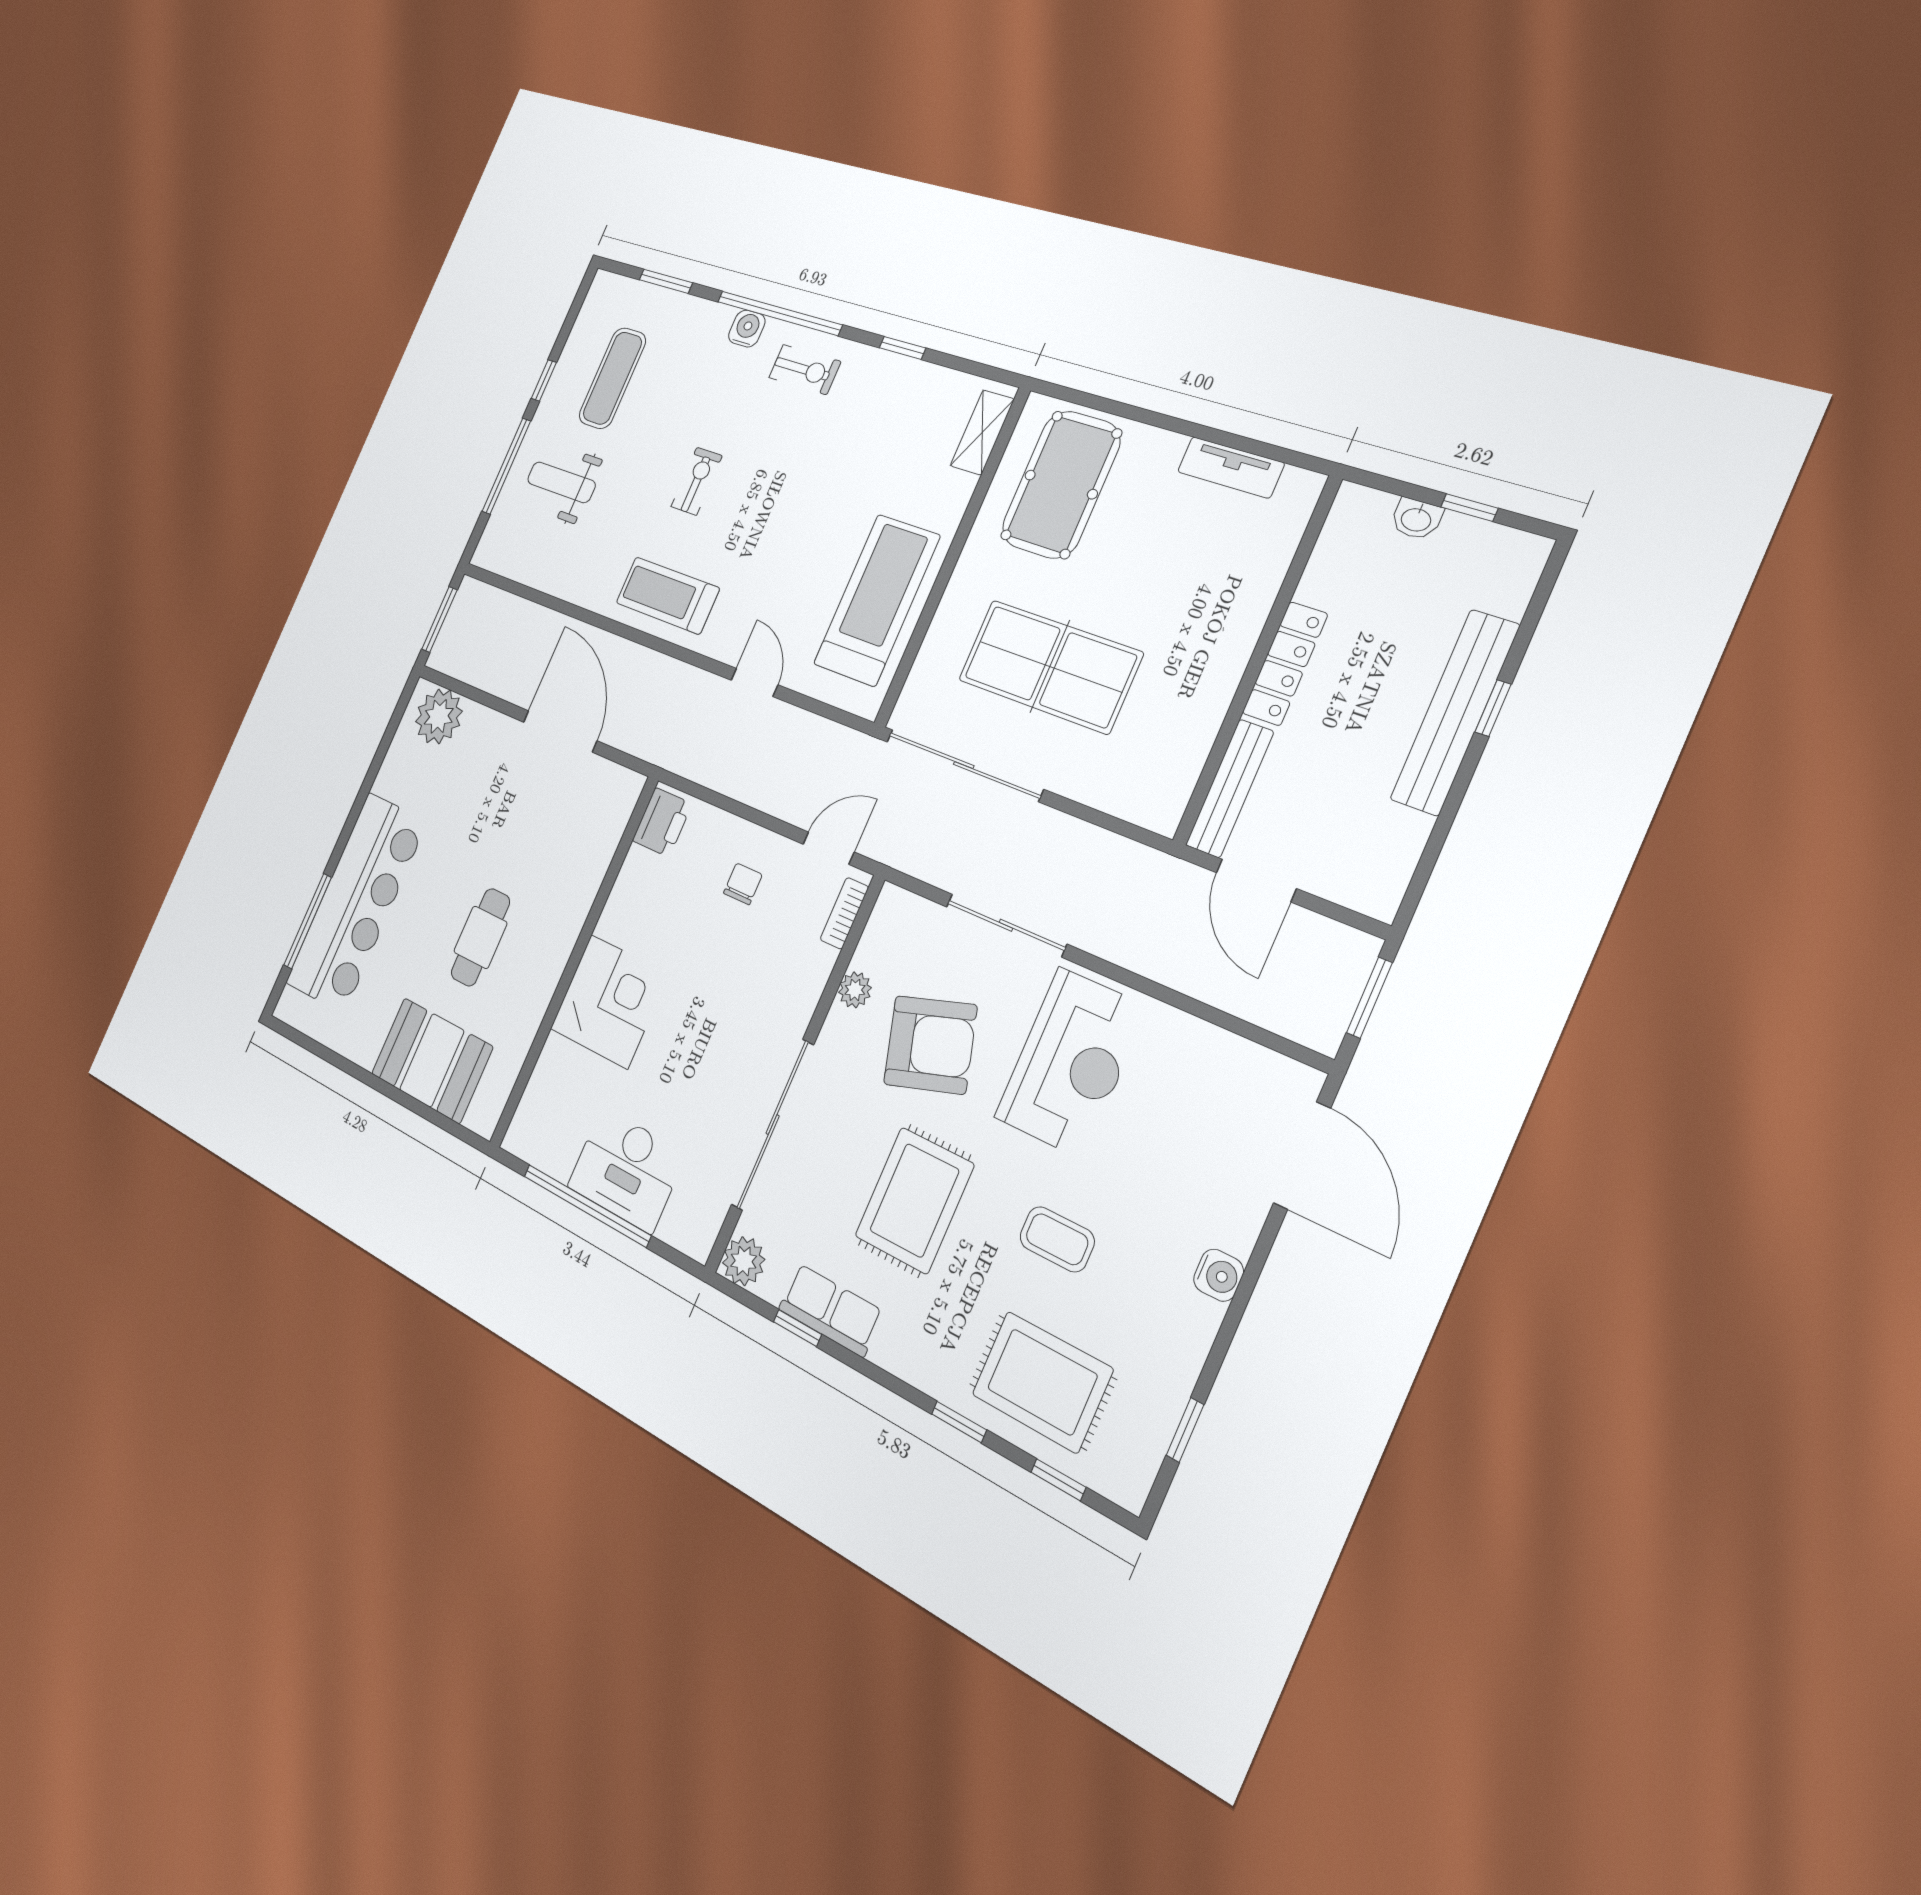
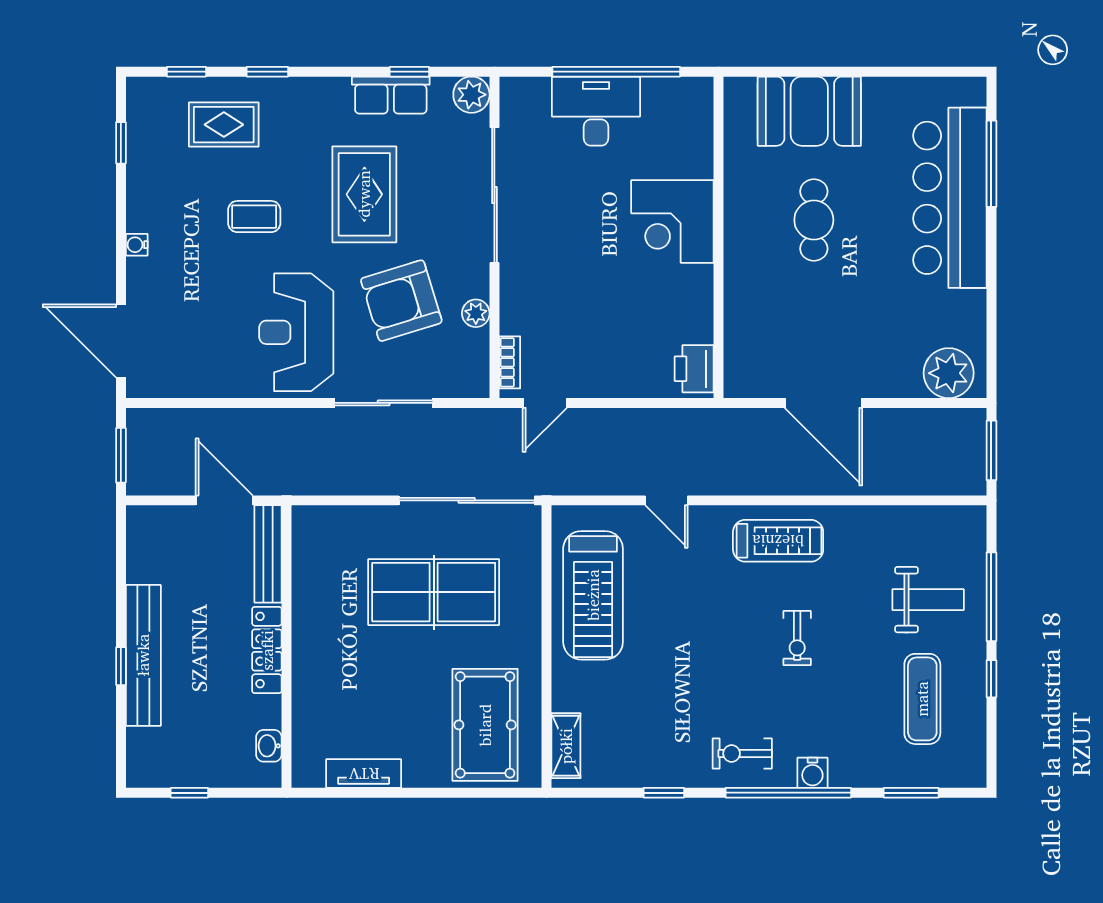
washbasin: (1416, 519) -> (269, 746), moved, turned -90
chair: (743, 884) -> (602, 351), removed
water cooler: (1219, 1275) -> (137, 245), width x0.72, depth x0.72
rug: (1042, 1382) -> (224, 125), width x0.73, depth x0.70

